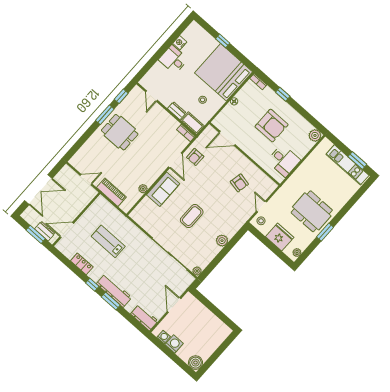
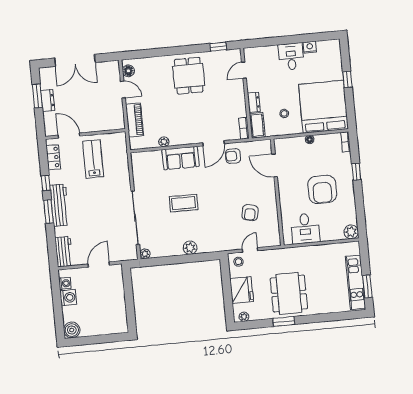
window: (105, 115) -> (190, 49), removed
floor lamp: (79, 165) -> (128, 71), added
wall: (76, 219) -> (85, 134), moved
door: (67, 230) -> (69, 136), moved

